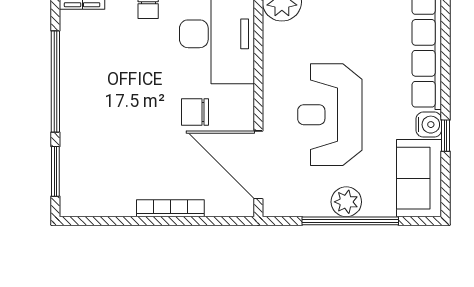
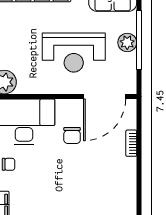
bookcase: (170, 208) -> (131, 143), width x0.64

